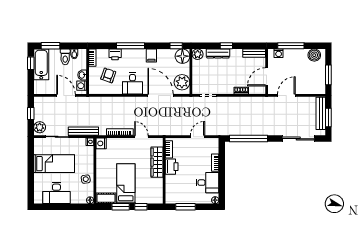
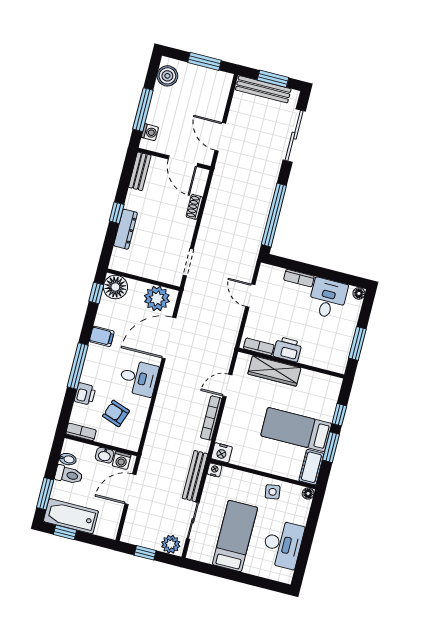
plant: (198, 54) -> (118, 262), removed

